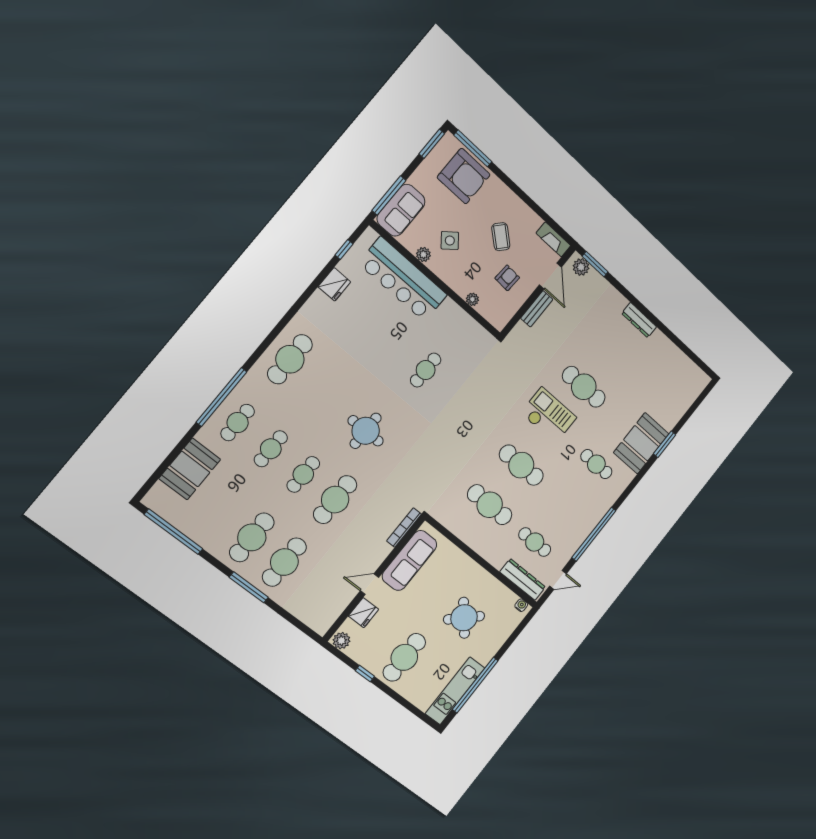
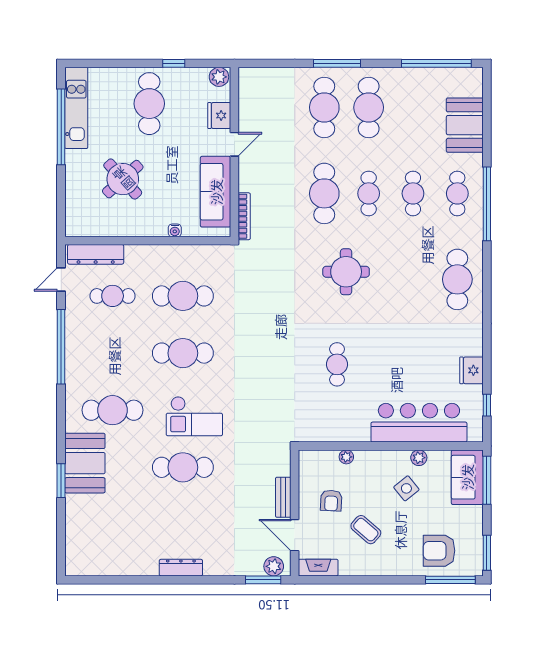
armchair: (464, 176) -> (439, 551), width x0.73, depth x0.73
cafe table: (596, 464) -> (113, 410), width x1.37, depth x1.35
water cooler: (521, 605) -> (175, 230), moved

